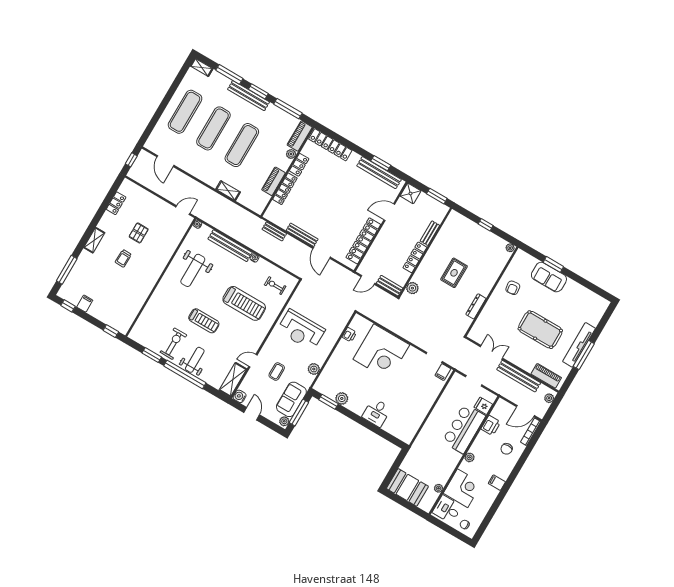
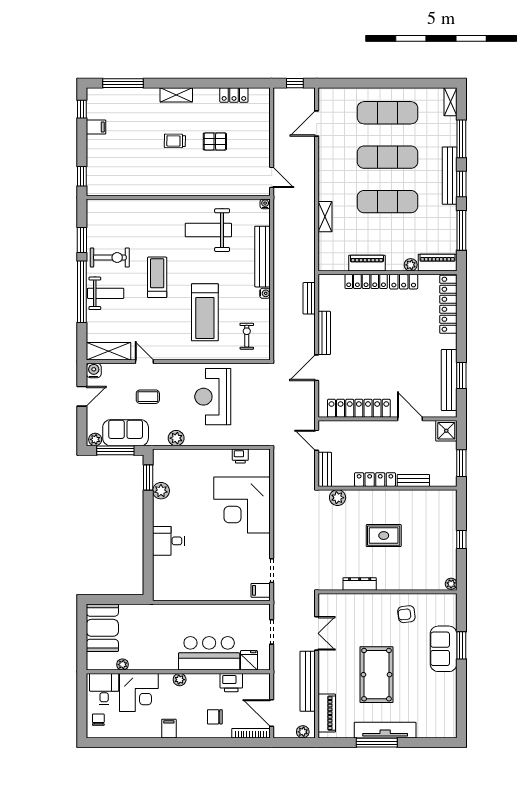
treadmill: (204, 321) -> (157, 277), turned 180

